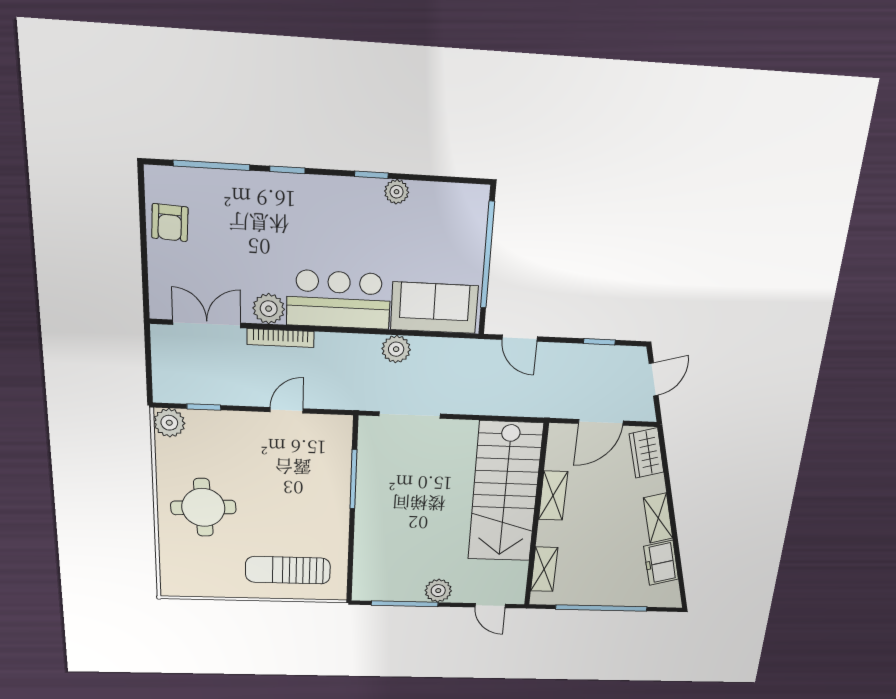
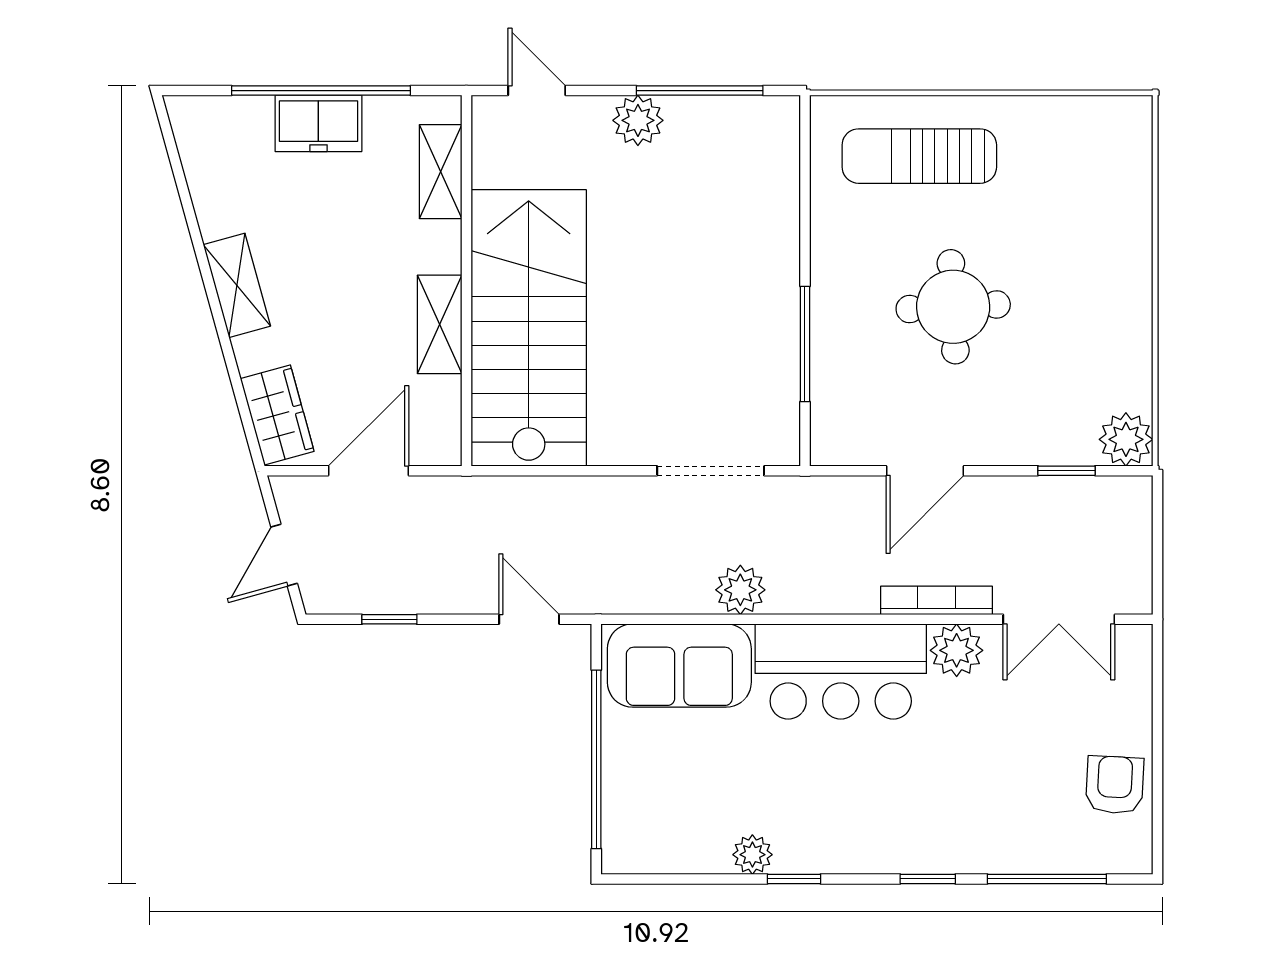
door: (287, 410) -> (925, 471), width x1.38
round table: (203, 507) -> (953, 307), moved
freezer: (661, 563) -> (318, 123), moved, turned 105
sun lounger: (288, 570) -> (919, 156), turned 180

